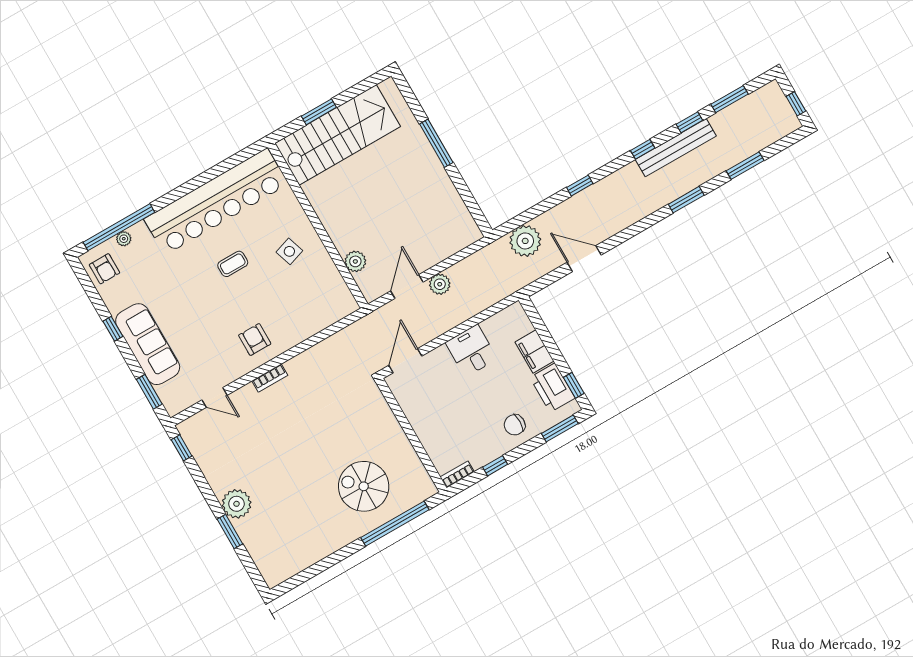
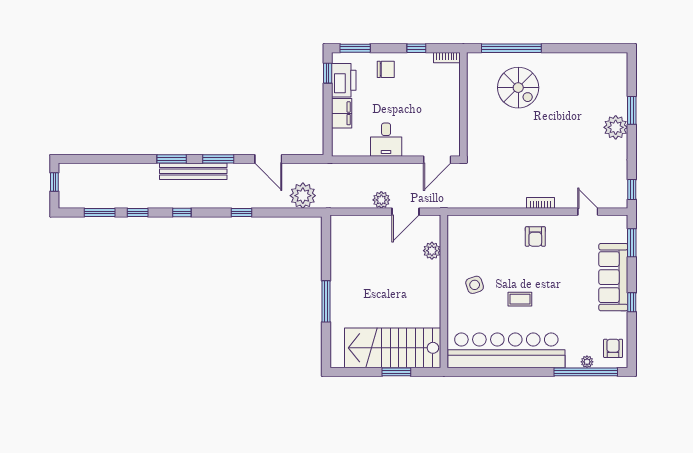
bench: (676, 148) -> (193, 171), moved
window: (745, 166) -> (218, 159), moved

